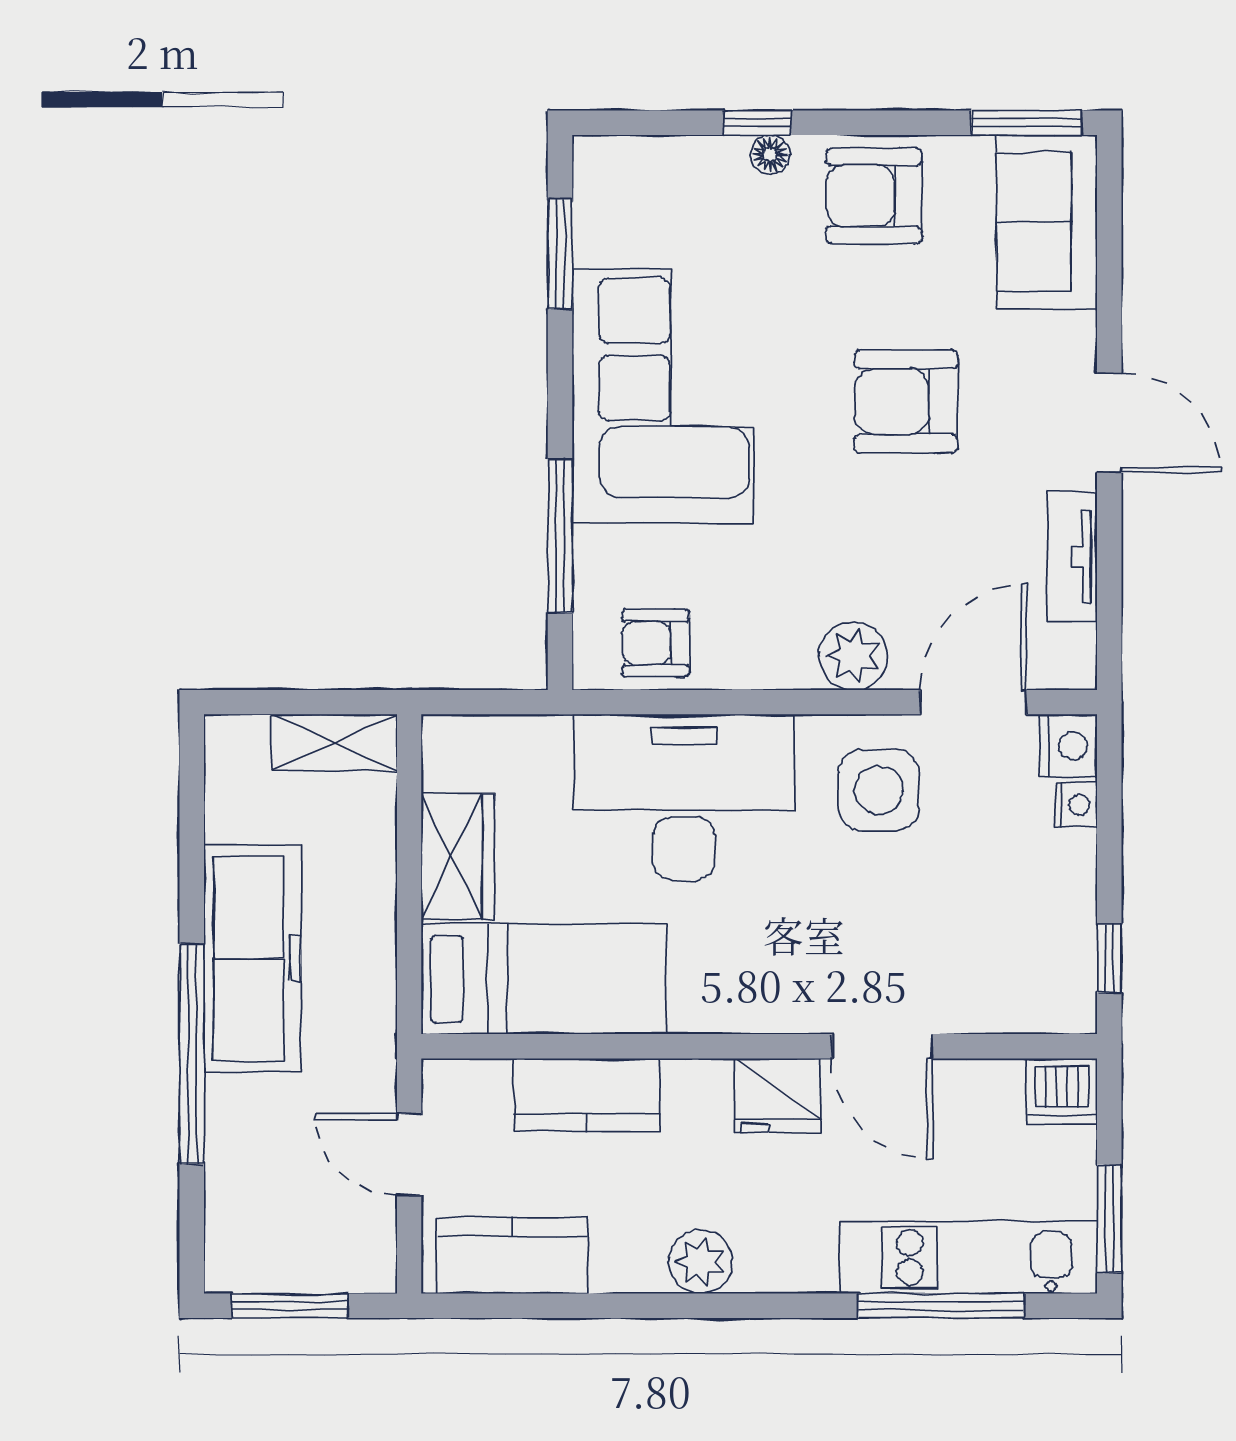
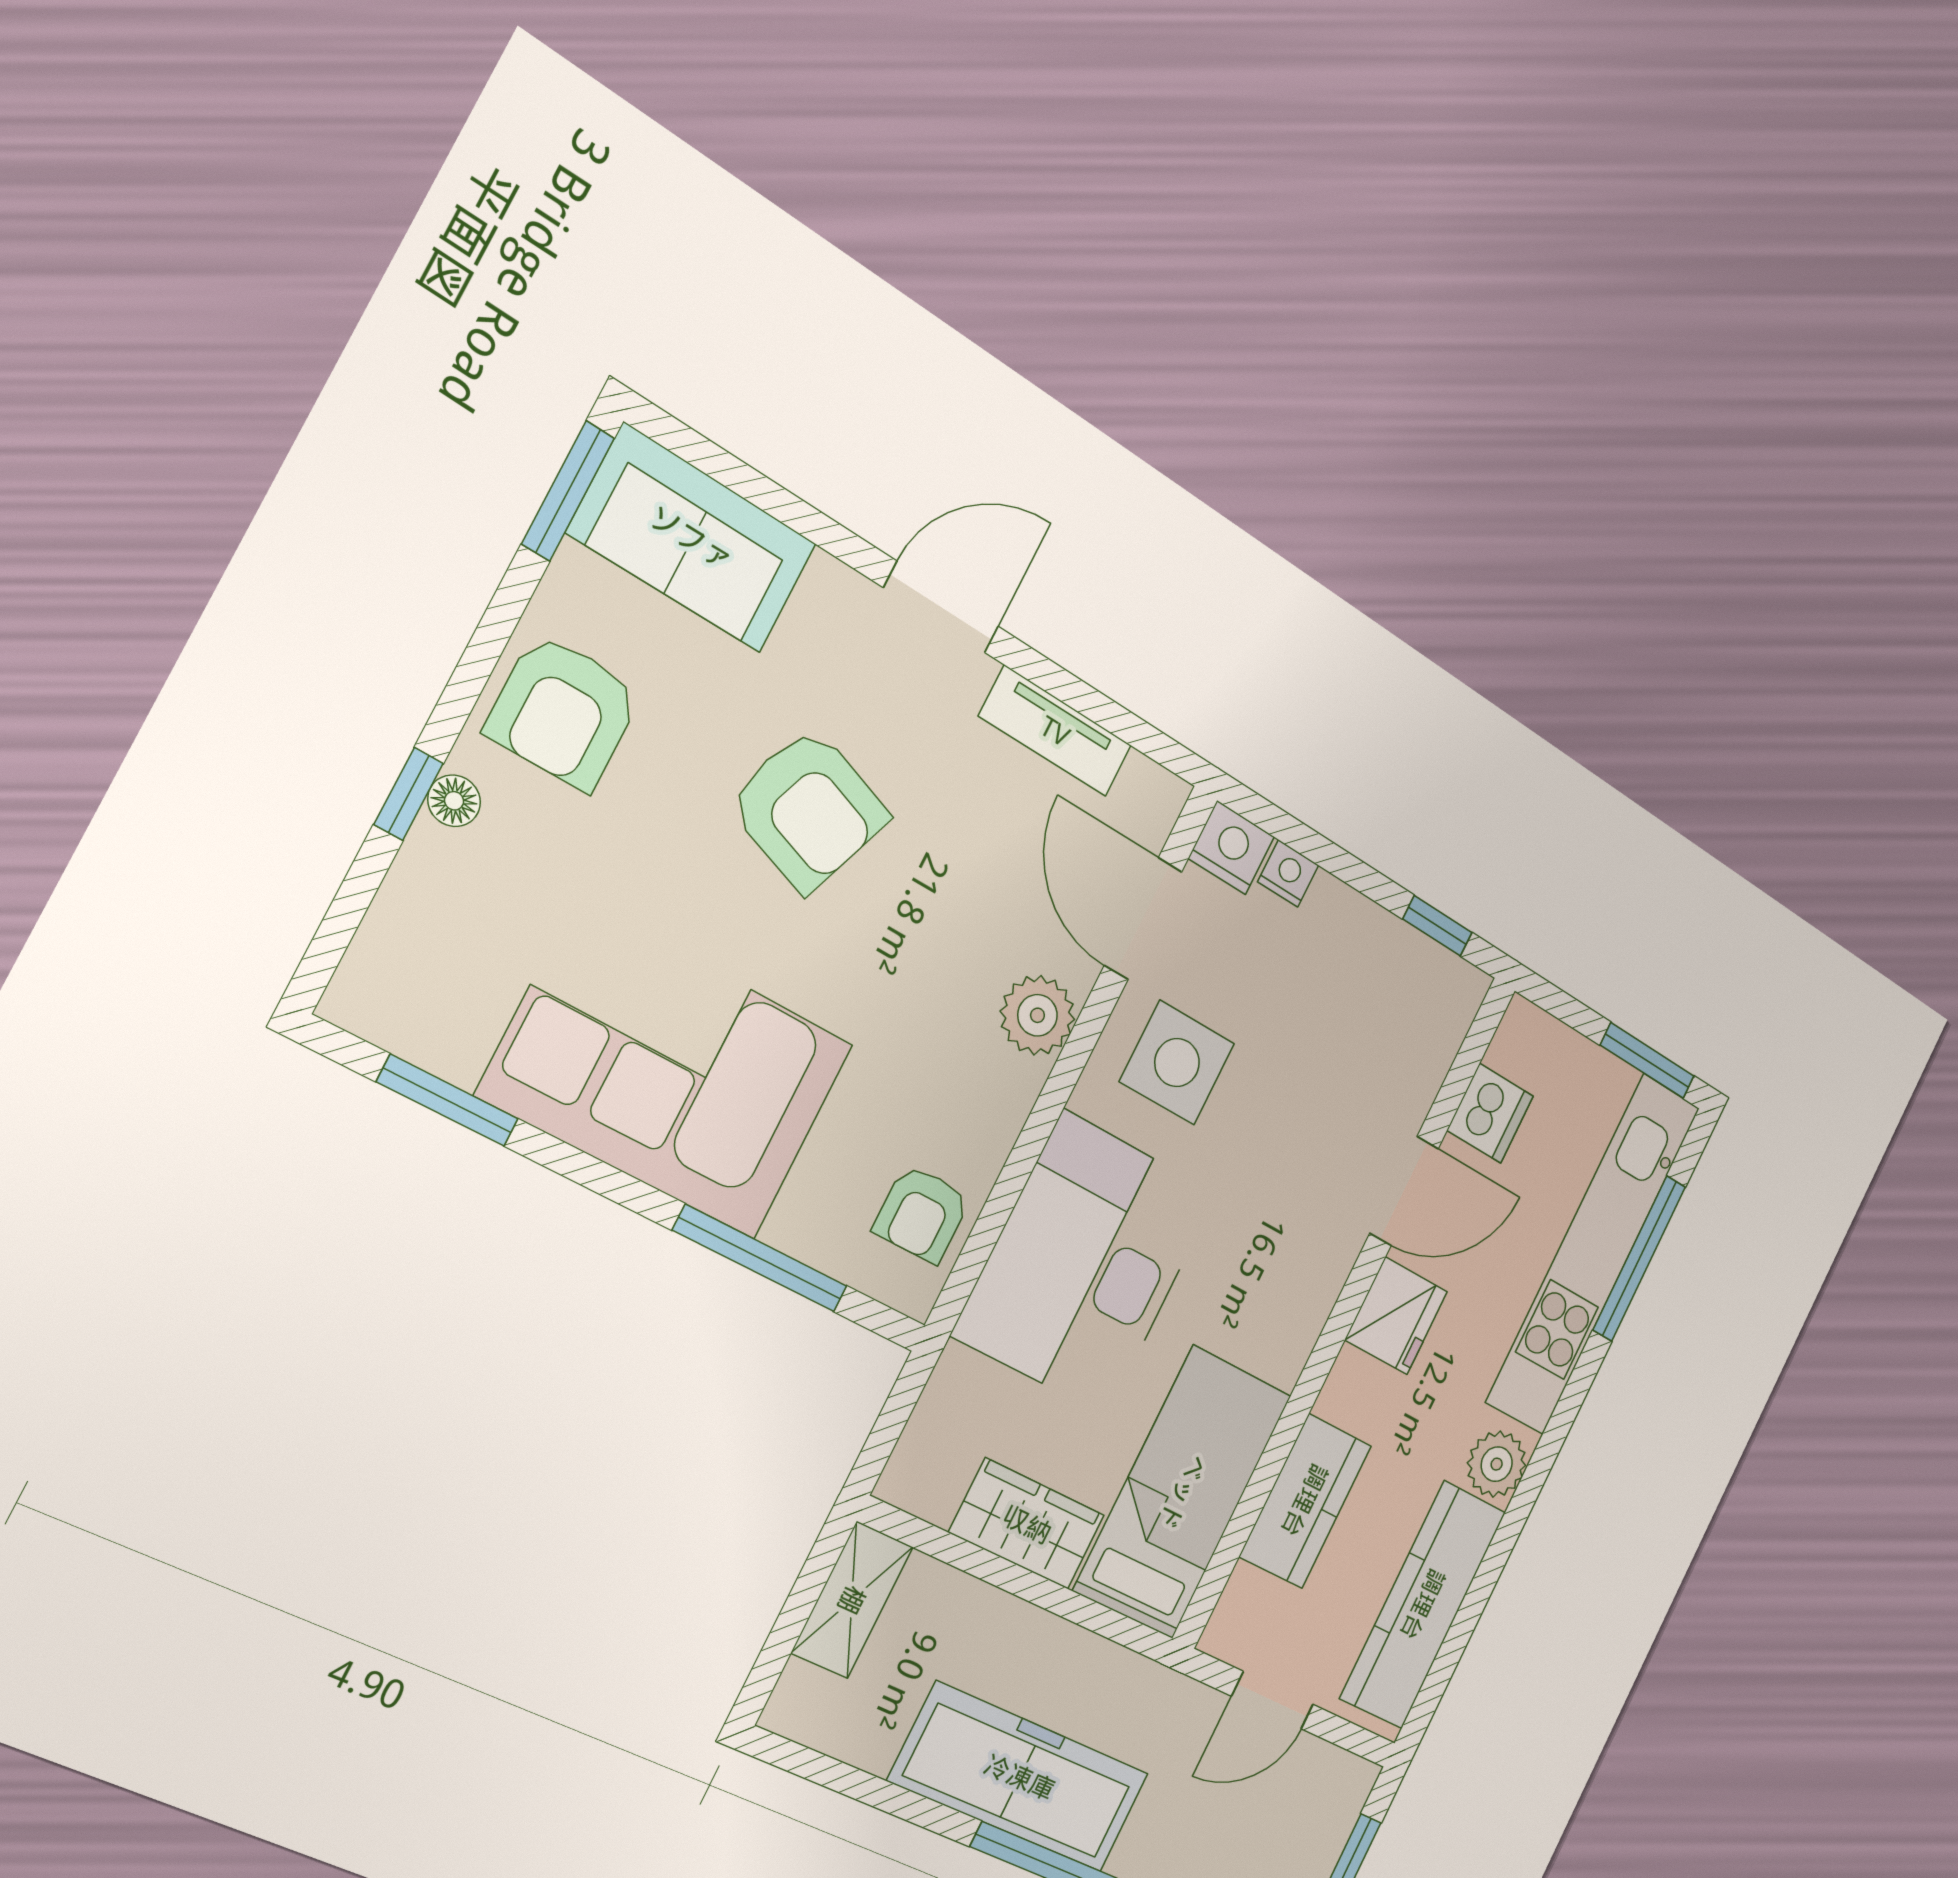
armchair: (906, 401) -> (808, 810), turned -70
dishwasher: (1062, 1091) -> (1490, 1113), moved
kitchen counter: (512, 1256) -> (1423, 1605), width x1.50
kitchen unit: (969, 1257) -> (1593, 1254), width x1.36

